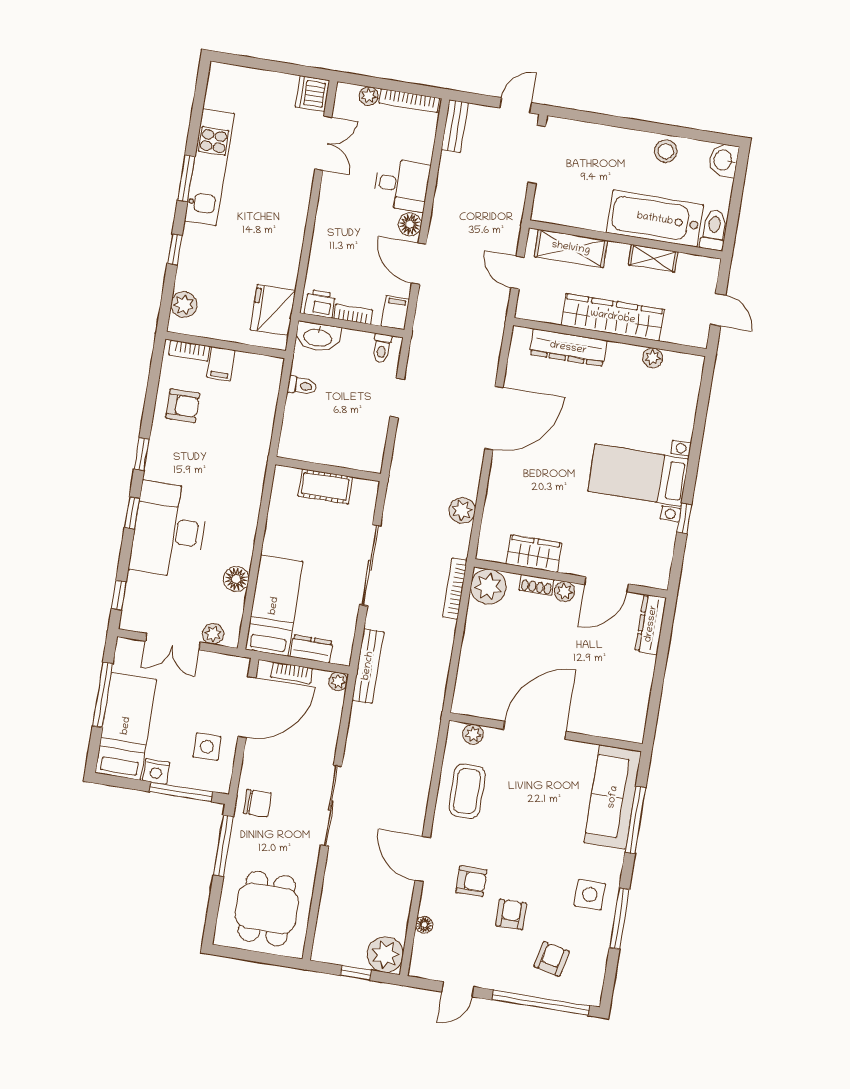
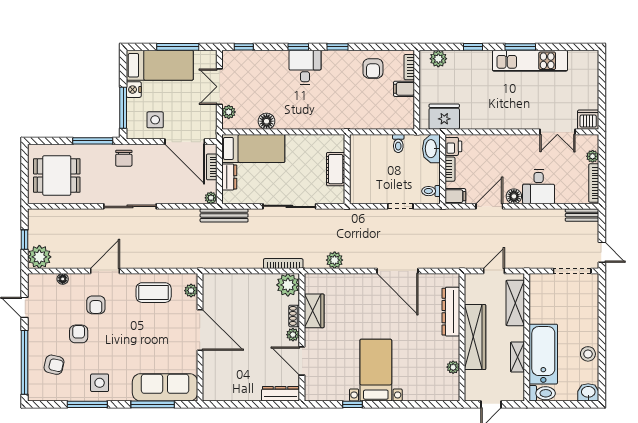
desk: (169, 530) -> (305, 67), width x0.53, depth x0.77
armchair: (511, 914) -> (79, 334), turned -90

